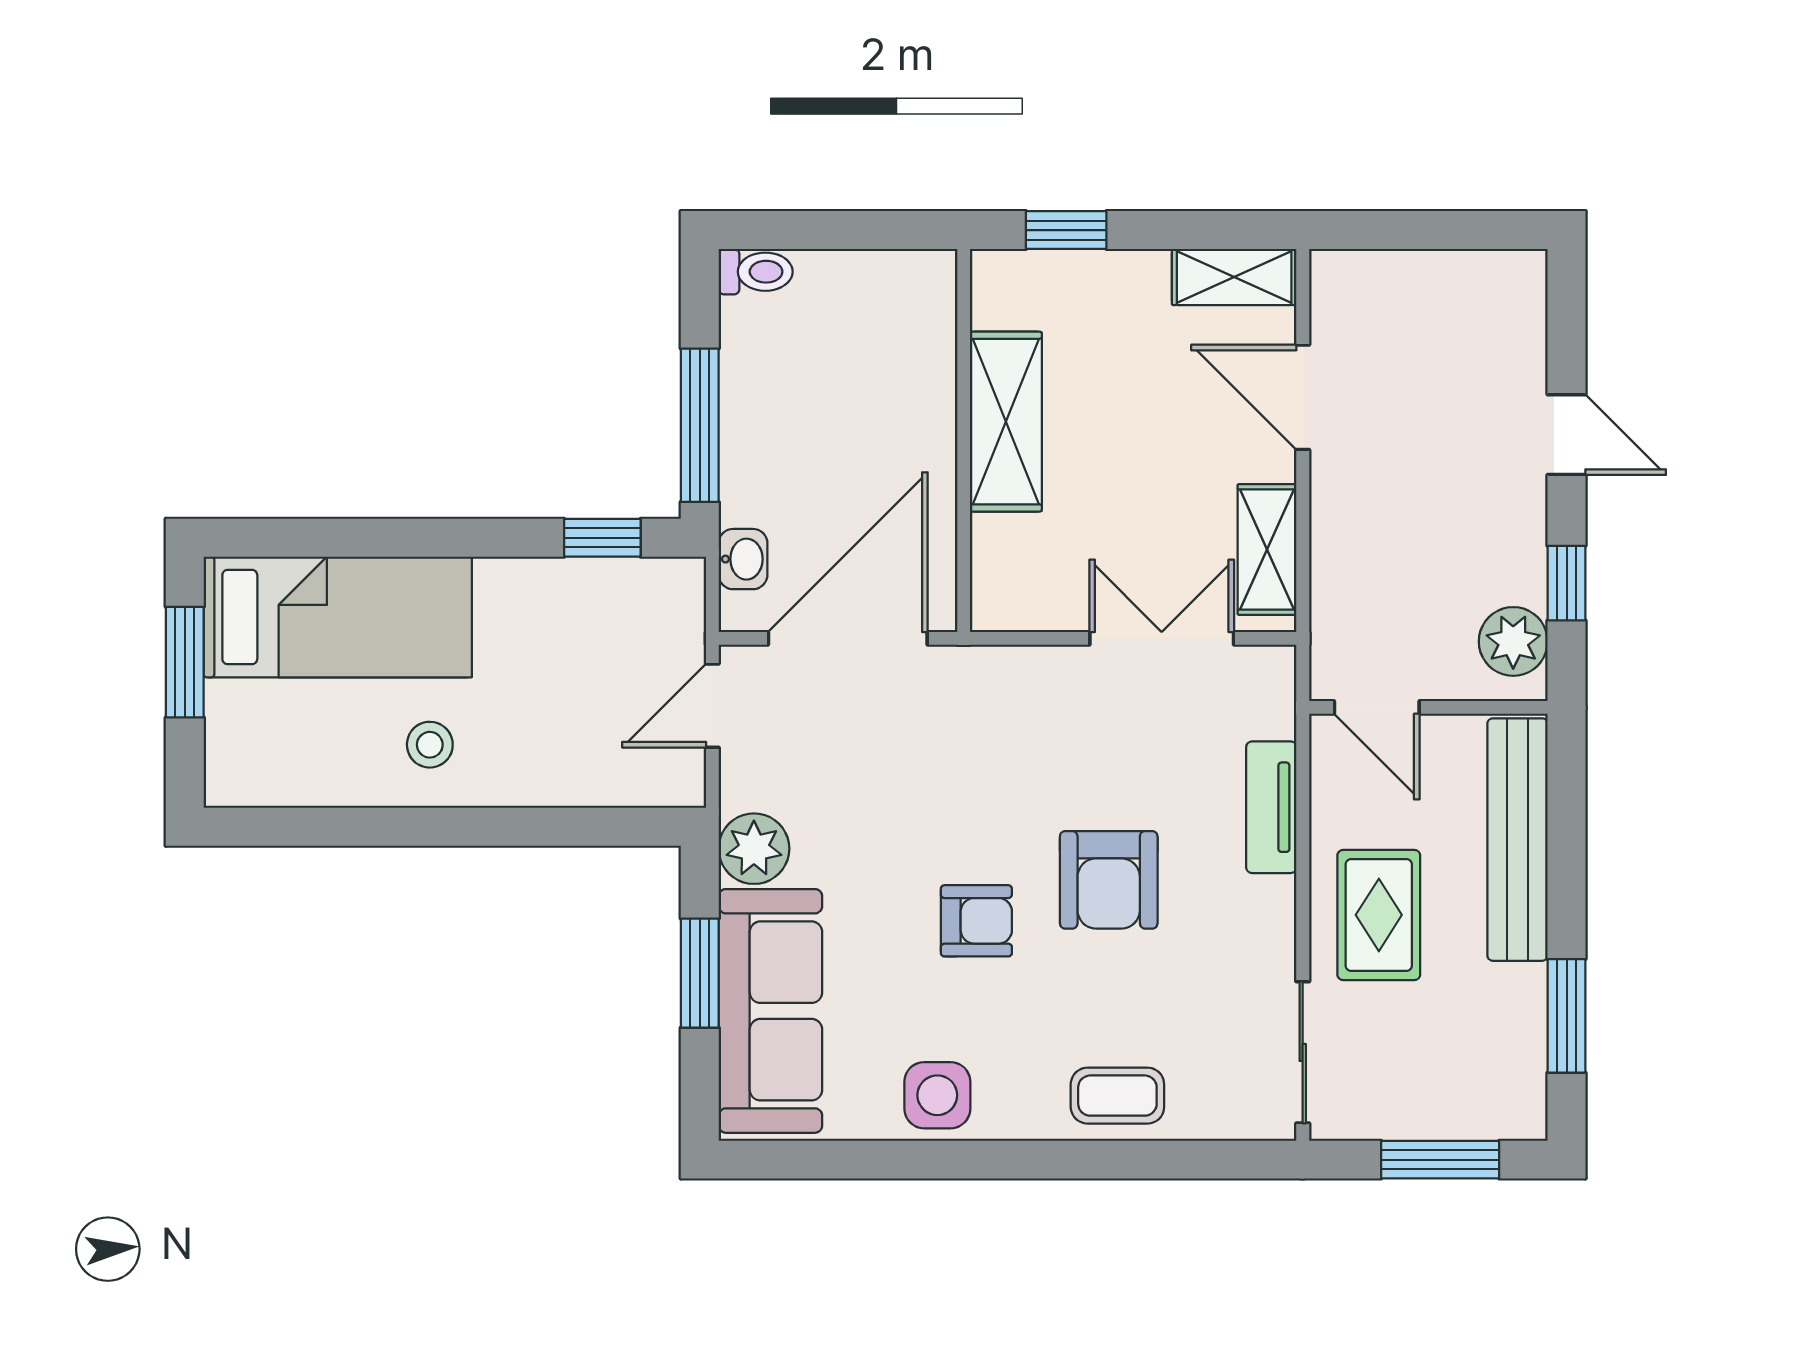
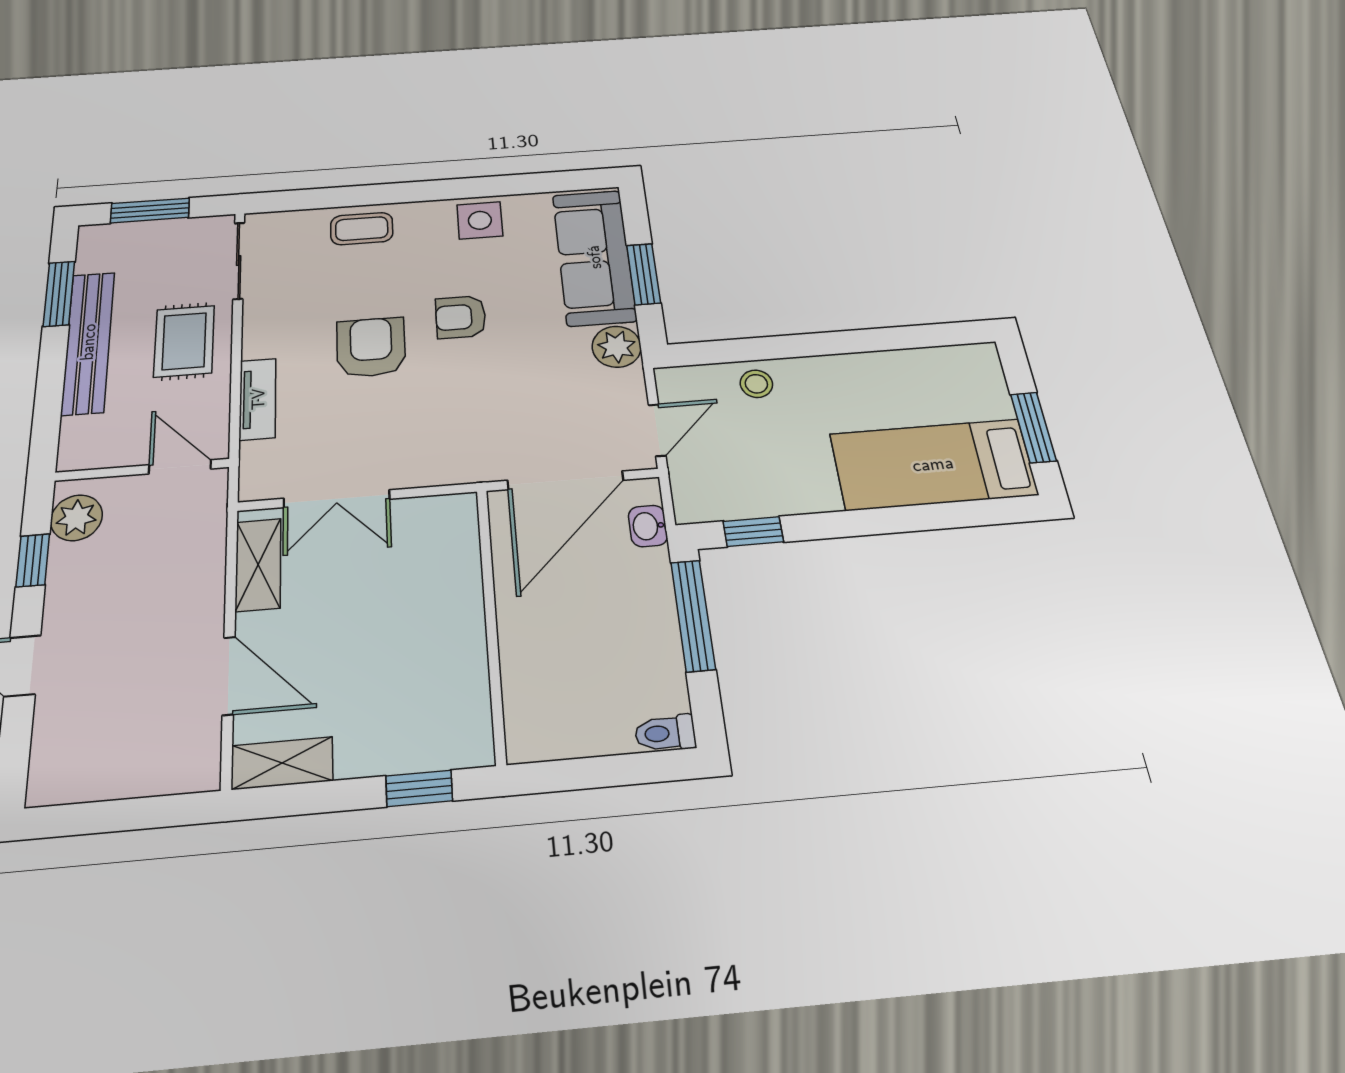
shelving: (1006, 422) -> (459, 638), removed
stool: (430, 745) -> (756, 384), moved
bench: (1518, 840) -> (88, 342), moved

